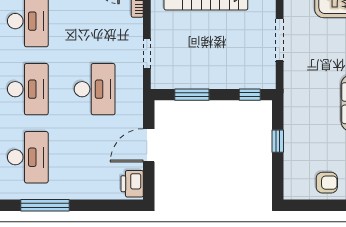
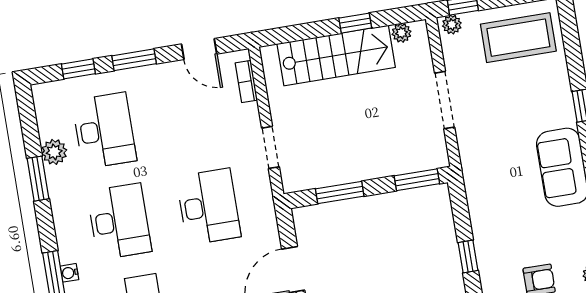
window: (250, 95) -> (417, 180), width x1.50
window: (278, 141) -> (468, 257), moved

